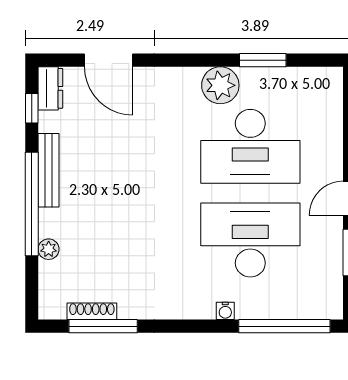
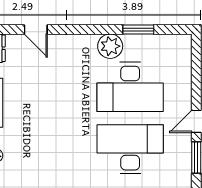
door: (108, 60) -> (36, 29), width x0.73

